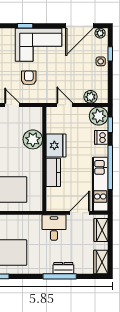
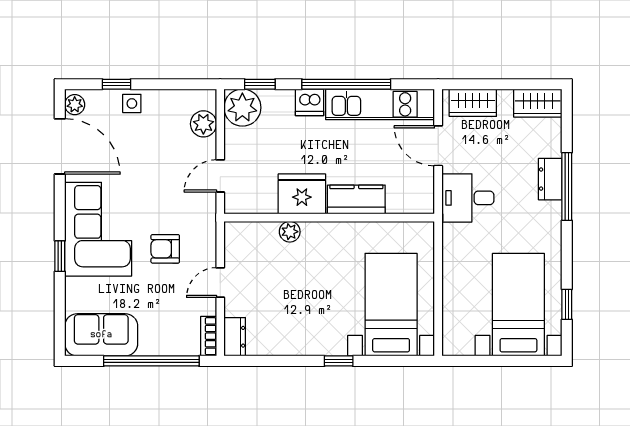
dishwasher: (101, 137) -> (310, 102), moved
plant: (33, 139) -> (290, 232), width x0.53, depth x0.53

